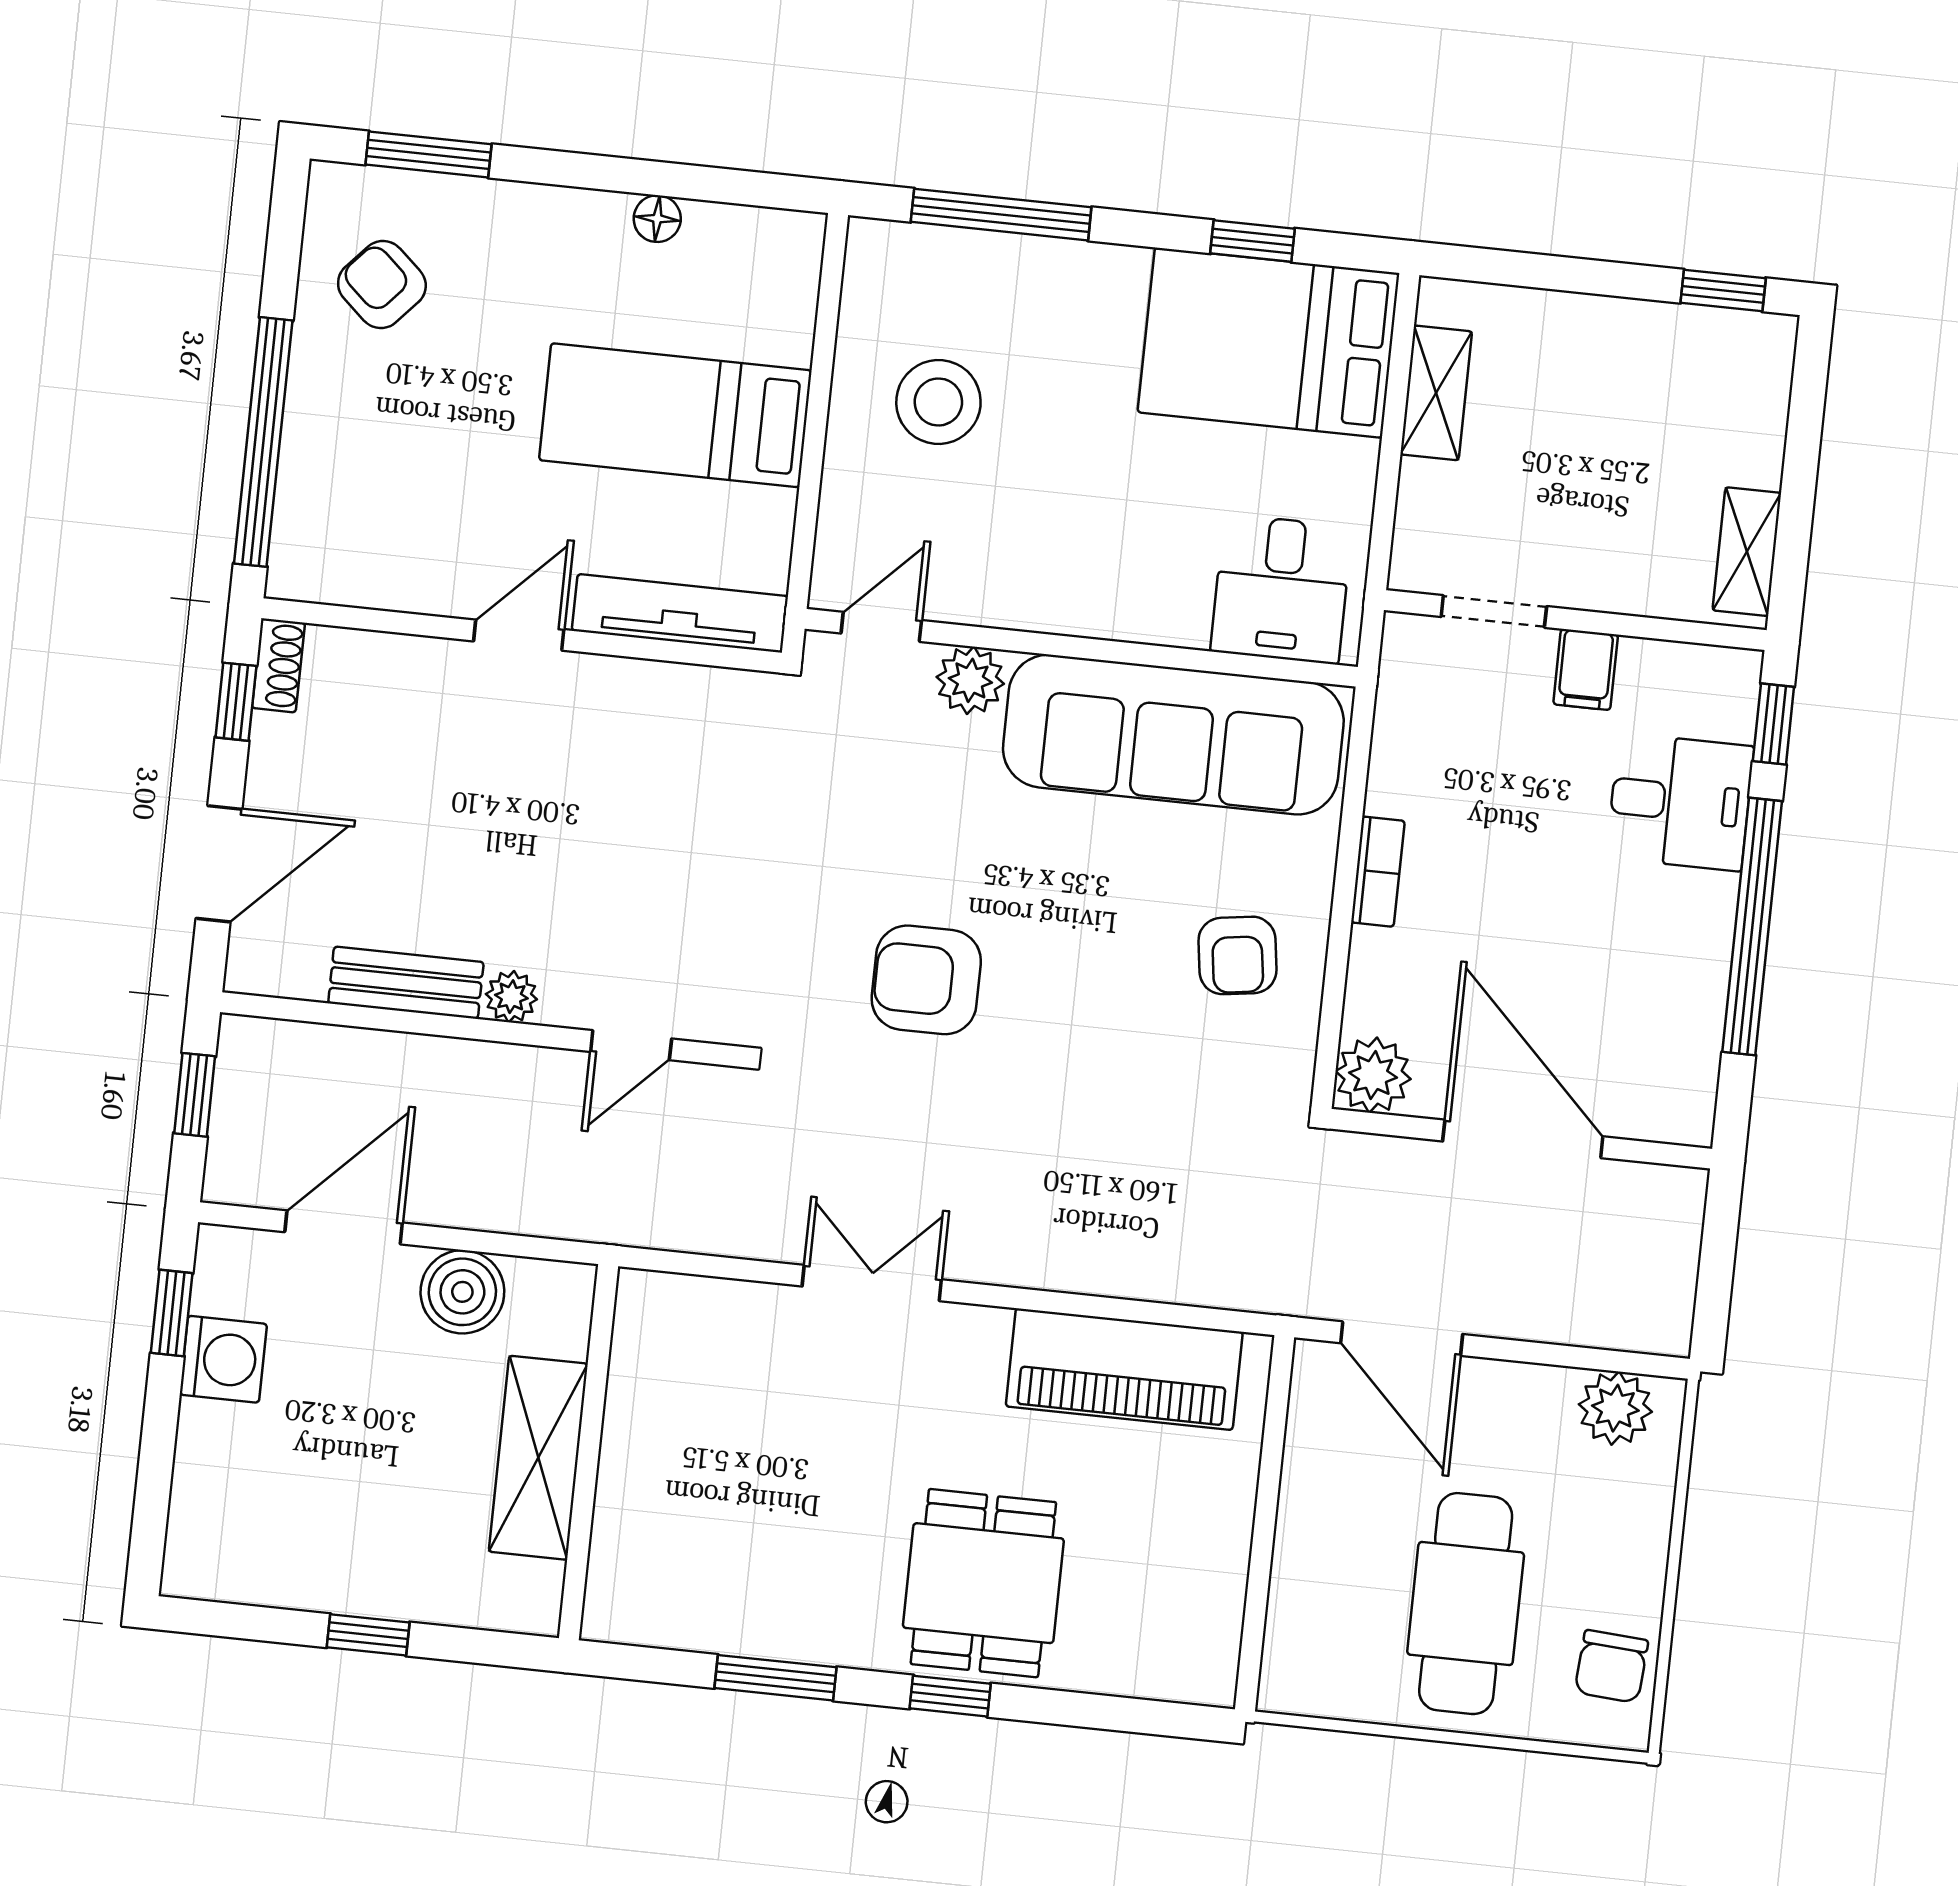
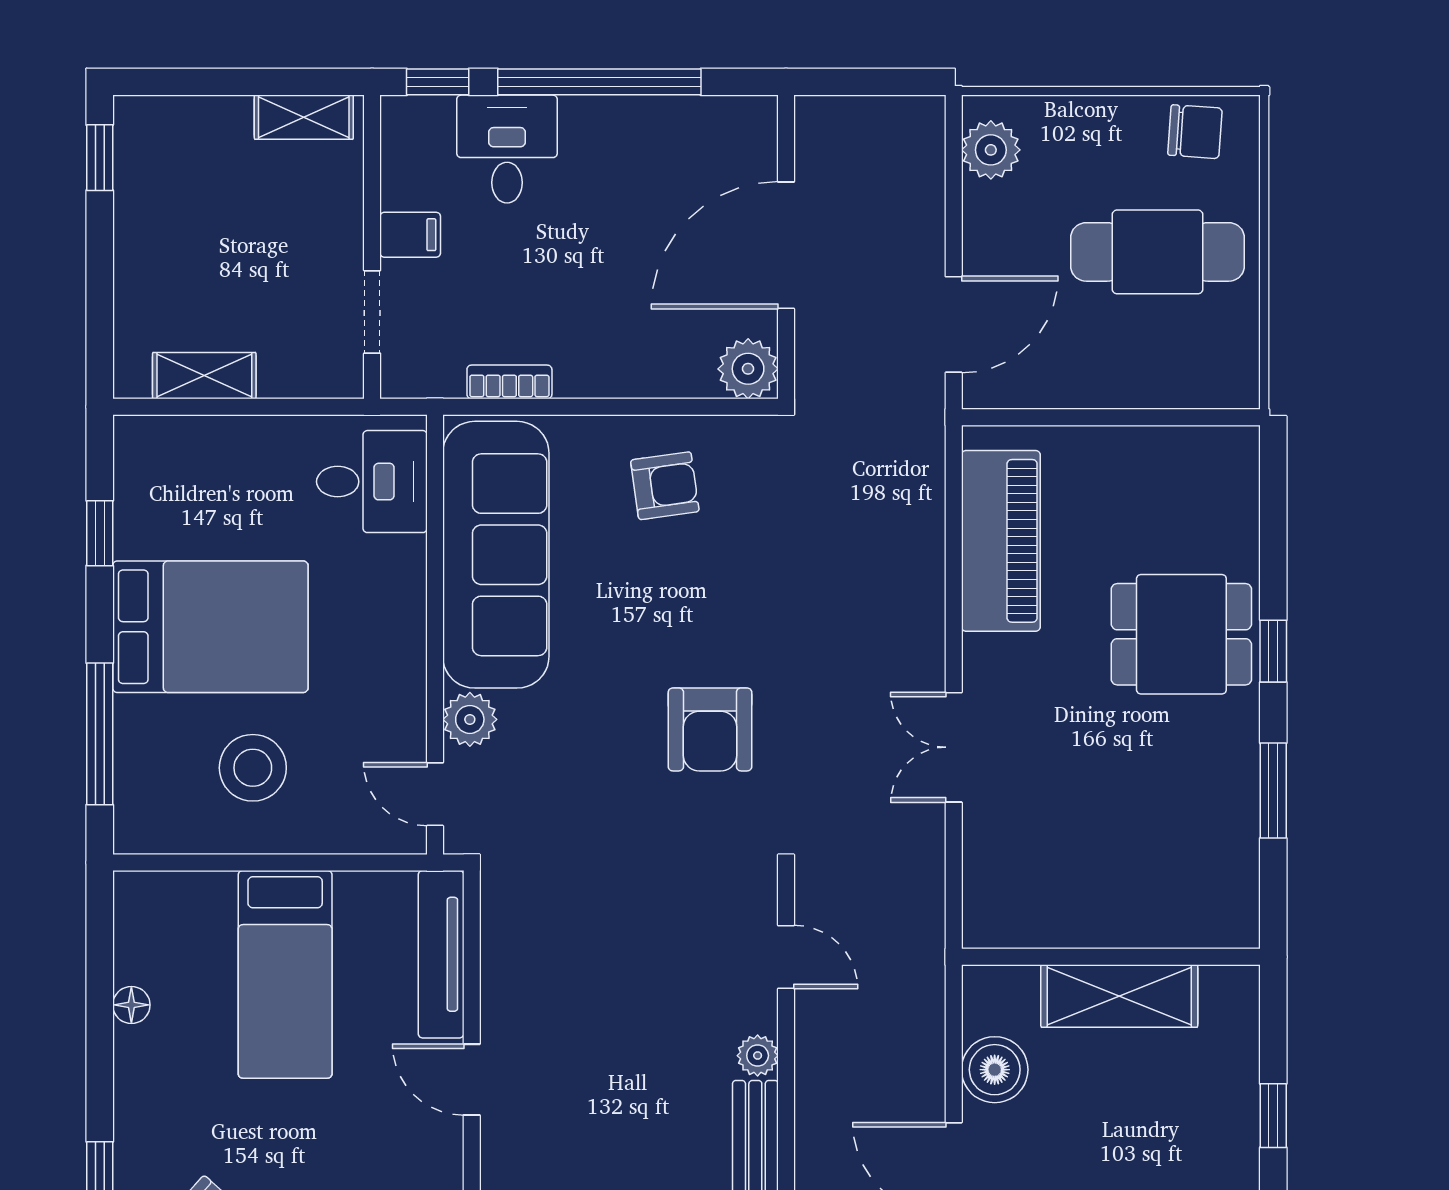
bed: (1268, 343) -> (210, 627), moved, turned -90
bookcase: (1378, 872) -> (509, 382), moved

